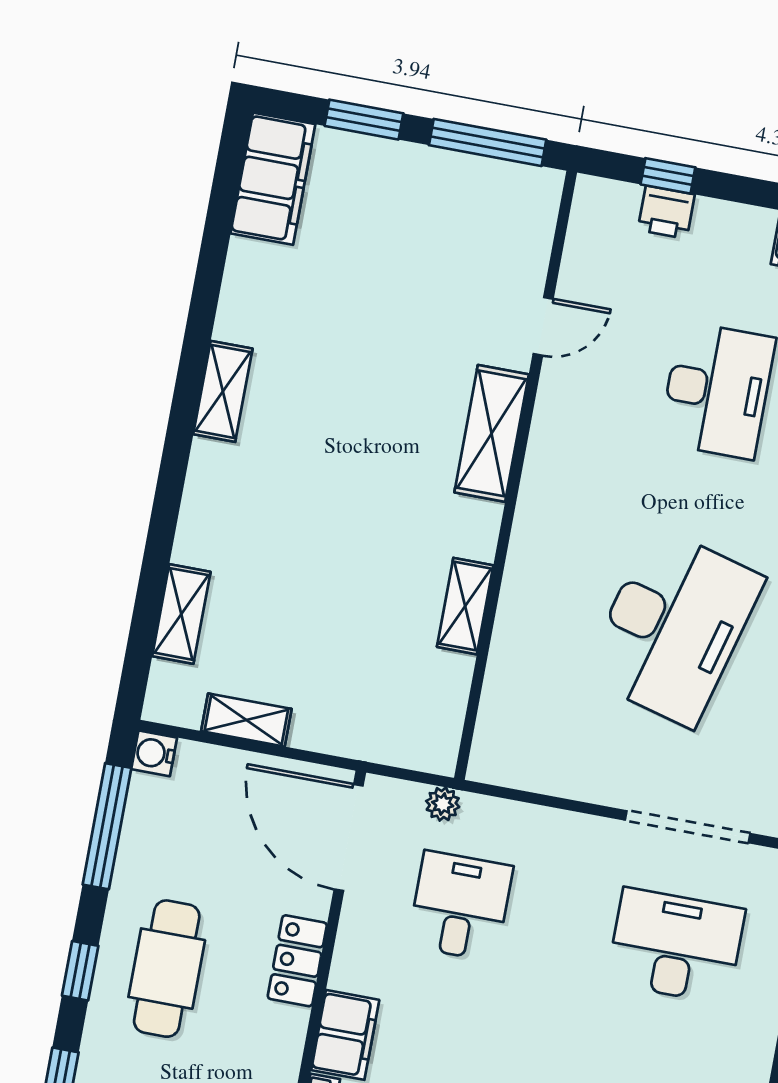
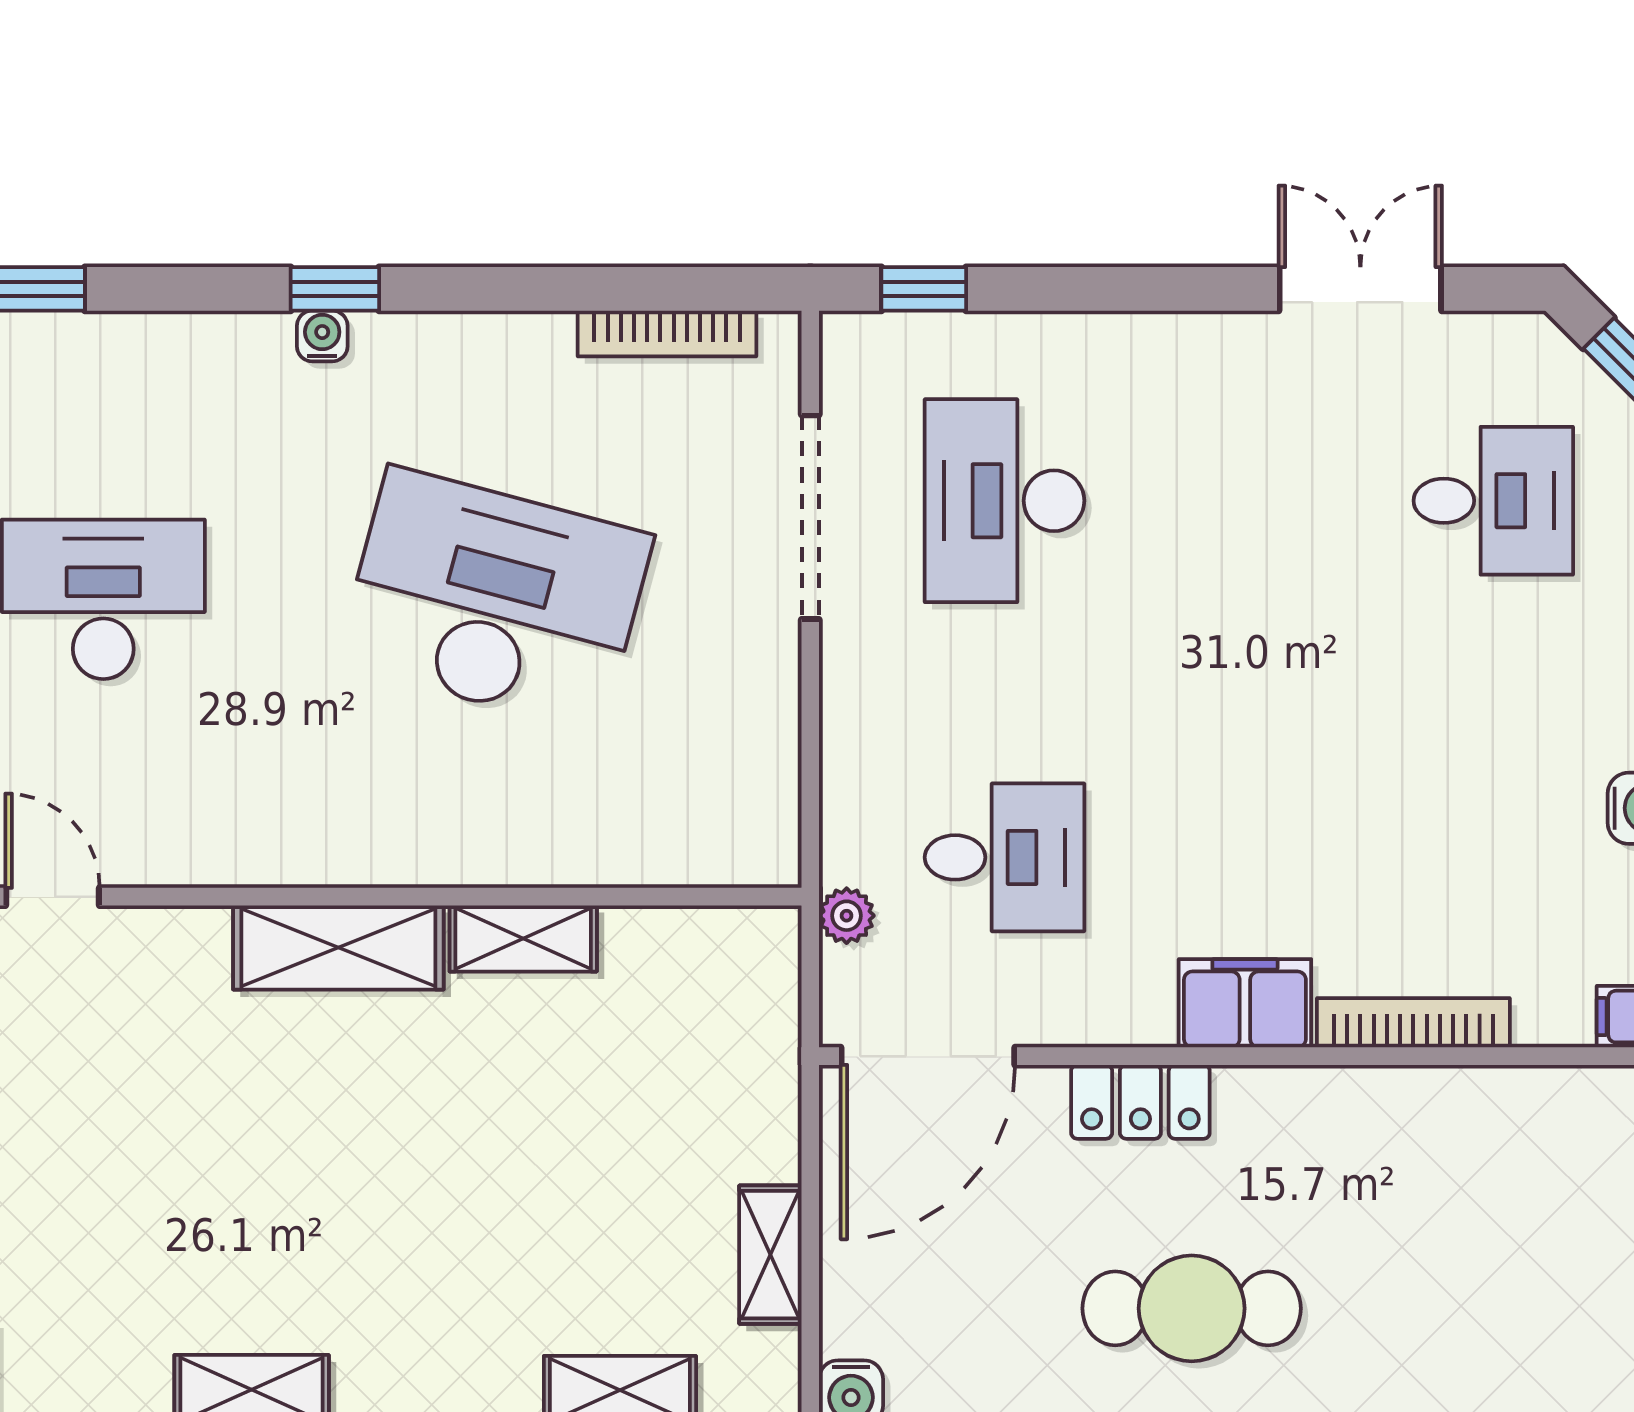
shelving: (492, 433) -> (338, 947), moved
desk: (460, 906) -> (1005, 857), turned 180

